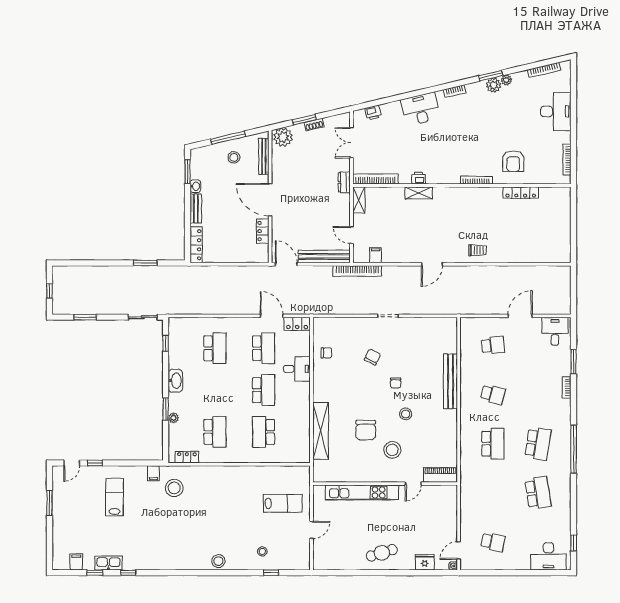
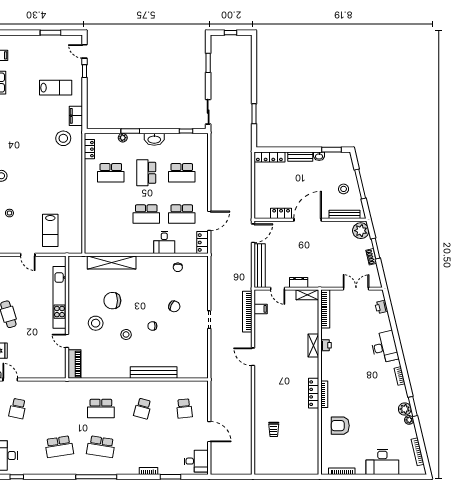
dresser: (344, 182) -> (299, 282), moved
locker: (521, 193) -> (314, 393), moved
door: (352, 235) -> (278, 289), swing flipped
trolley: (478, 250) -> (274, 429), moved
bookcase: (357, 271) -> (247, 312), moved
school desk: (264, 432) -> (146, 173), moved, turned -90
filing cabinet: (153, 473) -> (76, 116), width x2.00

